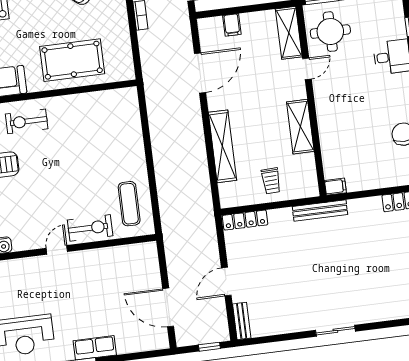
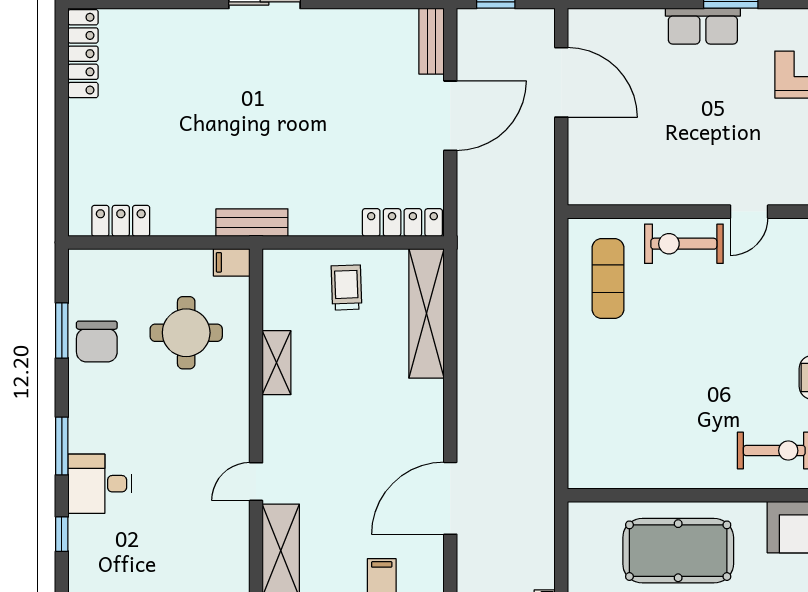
round table: (330, 32) -> (186, 333), moved
shelving: (300, 127) -> (277, 363), width x0.67, depth x0.75
shelving: (222, 146) -> (426, 313), moved
bench: (320, 211) -> (252, 223), width x0.73
door: (226, 282) -> (450, 116), width x1.36

